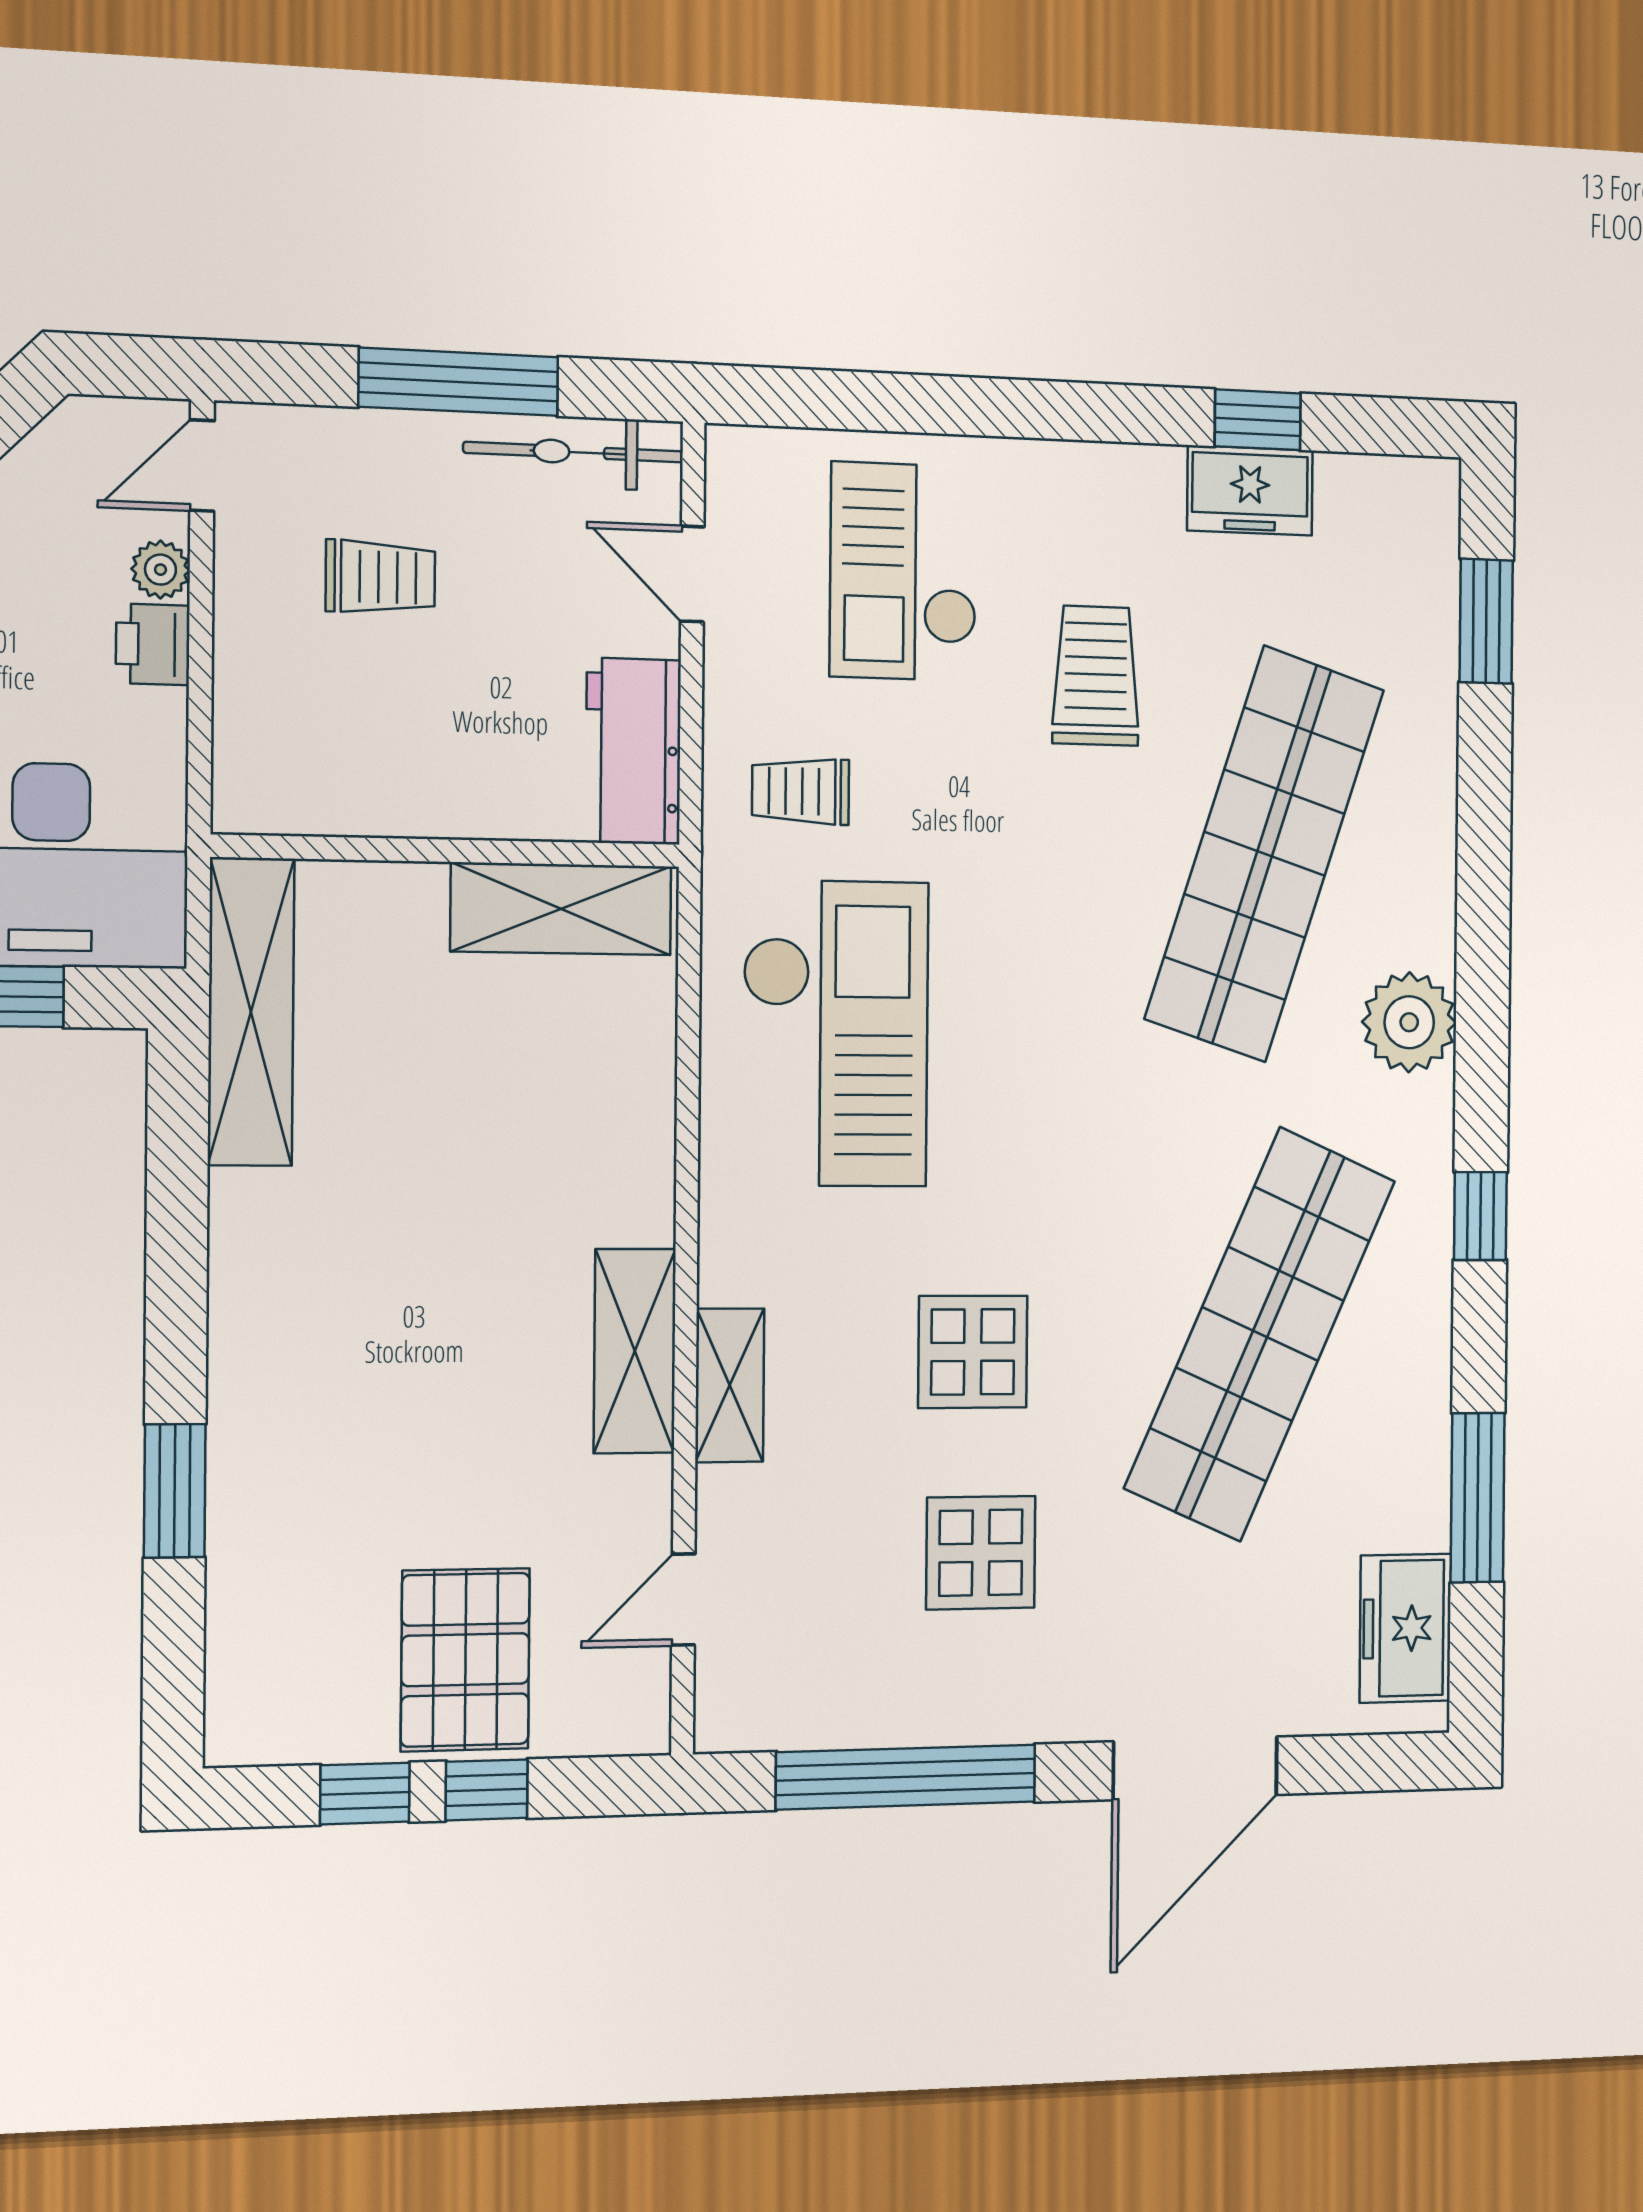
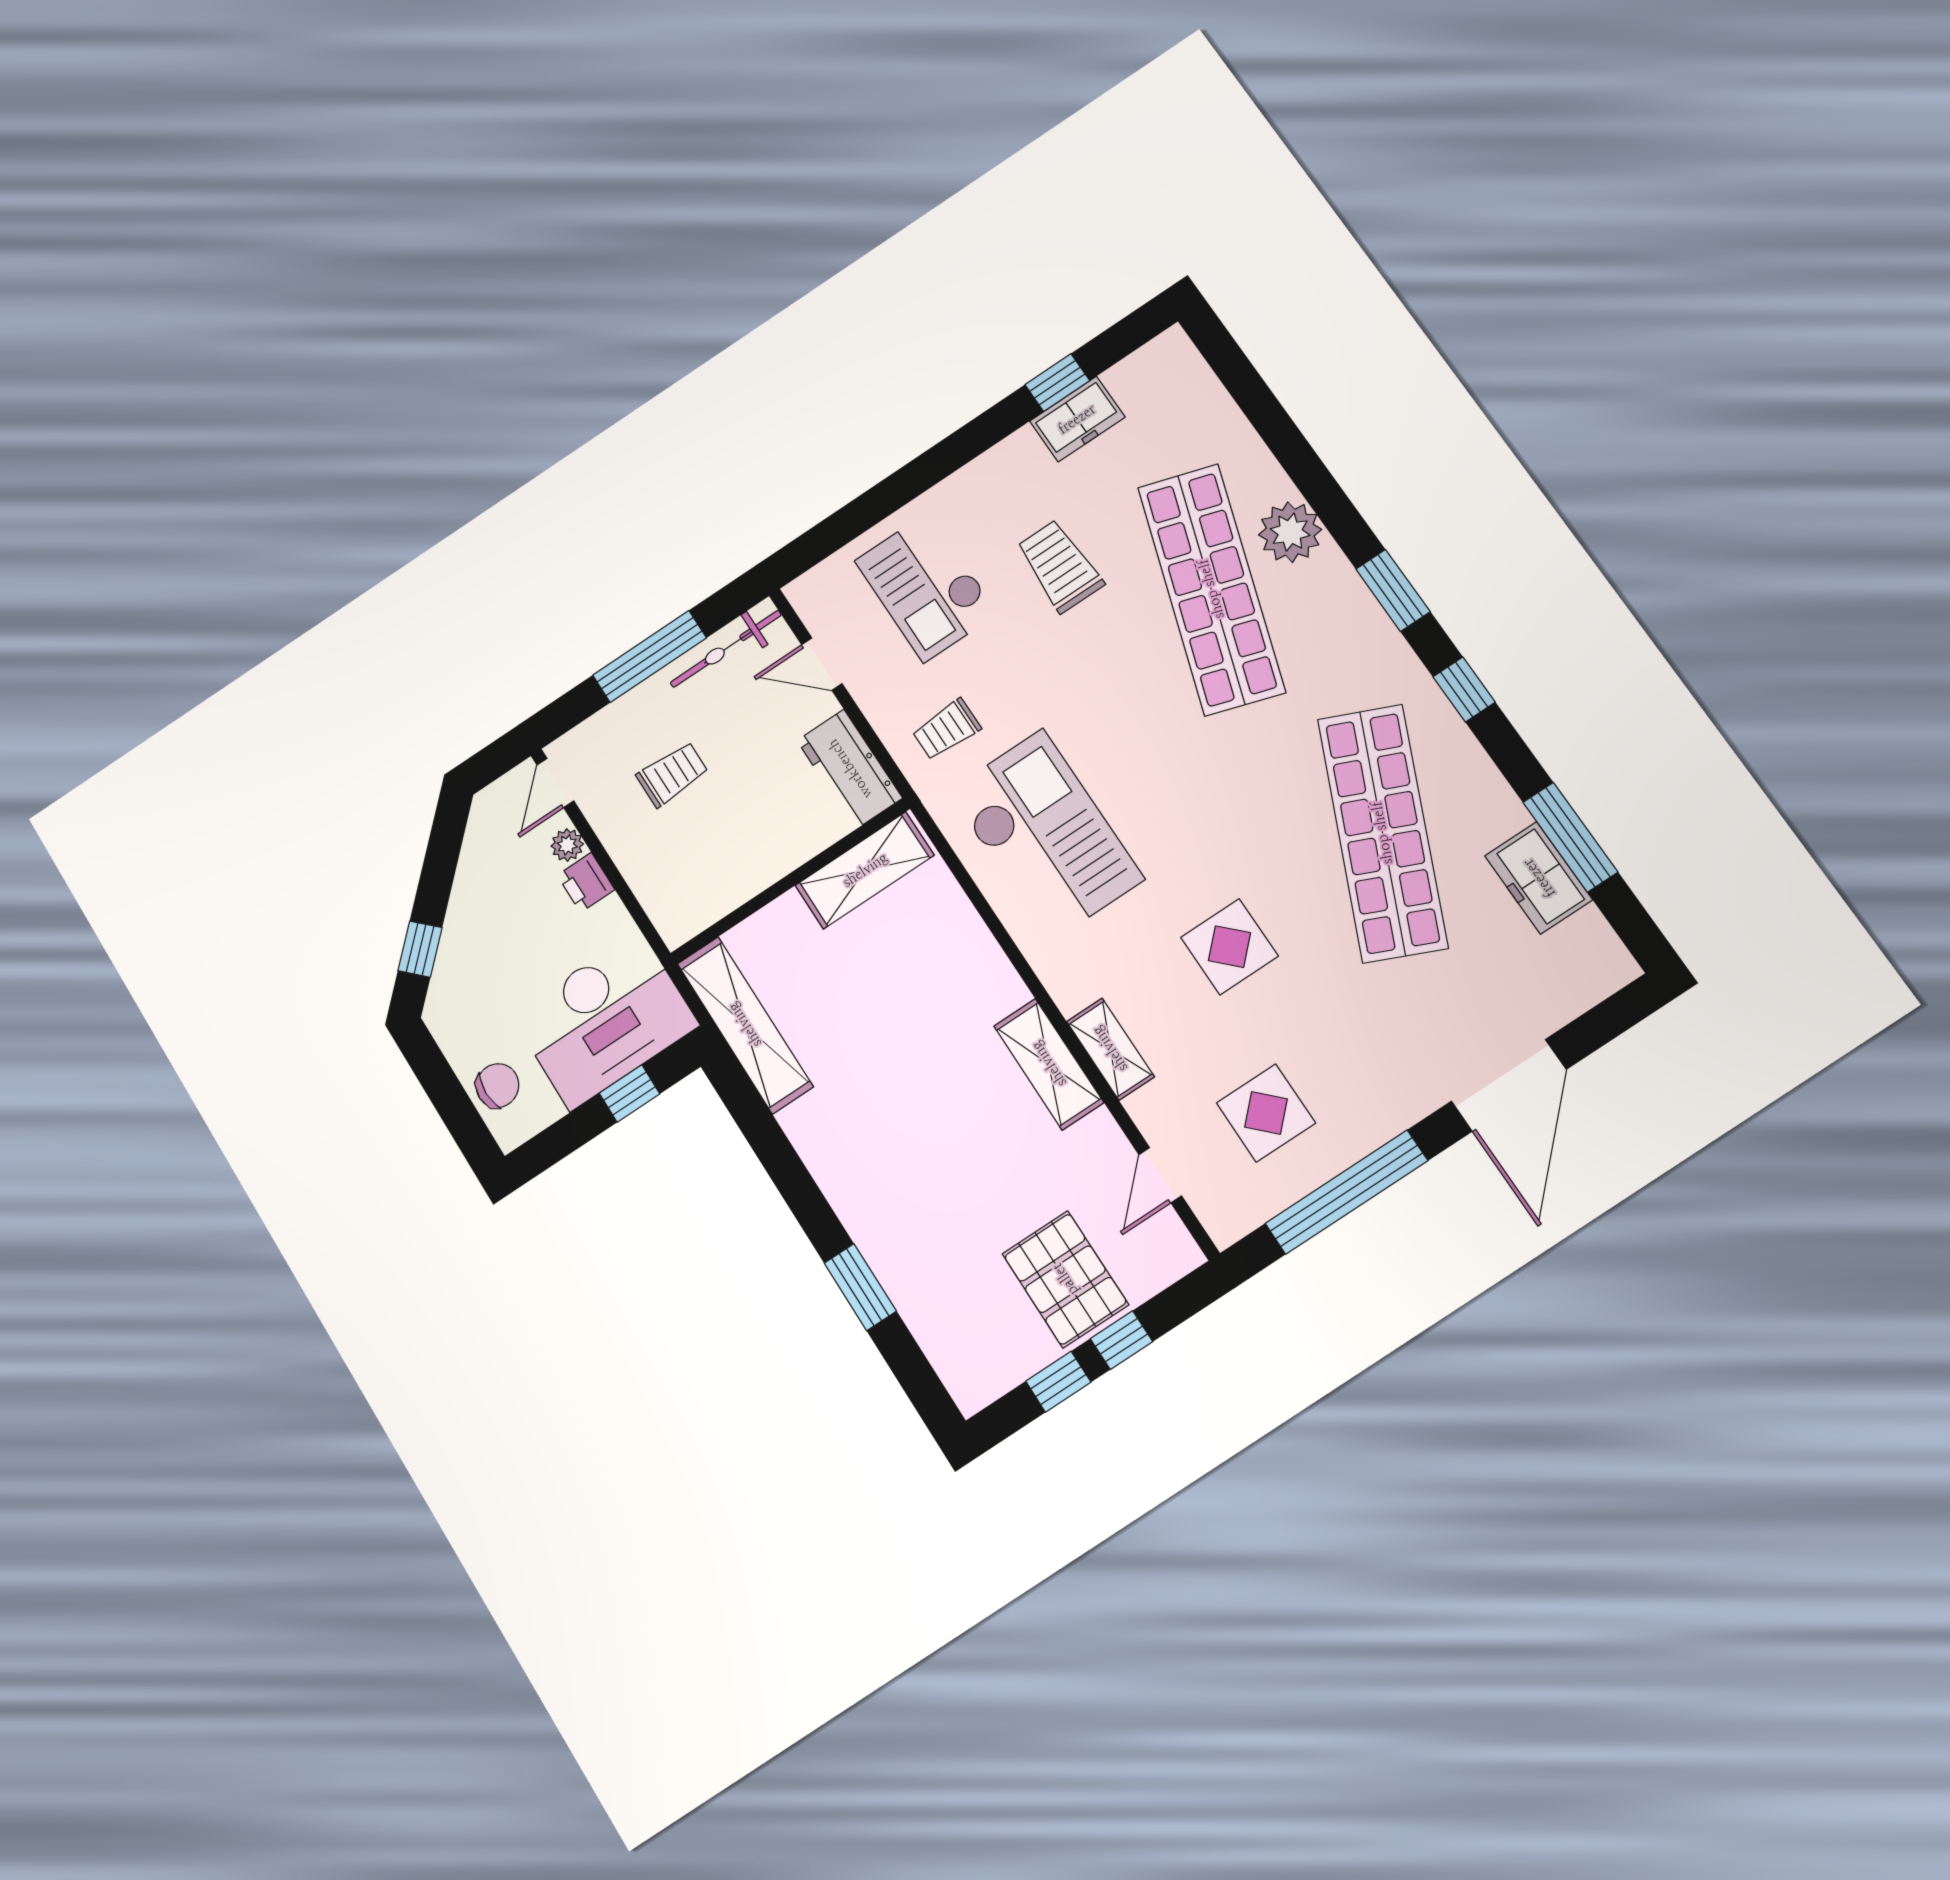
window: (1486, 621) -> (1393, 590), moved
plant: (1409, 1022) -> (1290, 532), moved
display table: (981, 1553) -> (1266, 1113), moved
freezer: (1405, 1628) -> (1539, 878), moved

